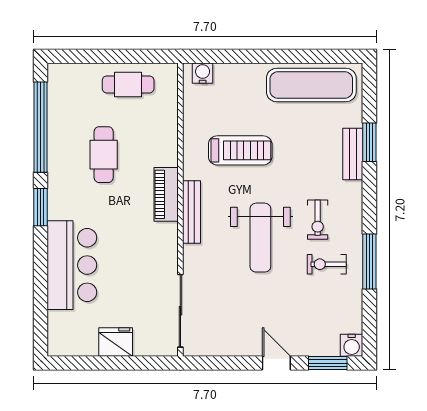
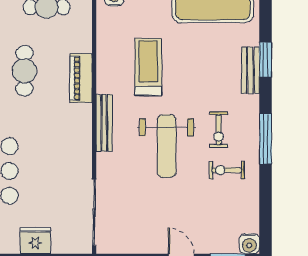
treadmill: (240, 150) -> (148, 67), turned -90
piano: (166, 194) -> (81, 78), moved
window: (369, 262) -> (265, 139), moved

